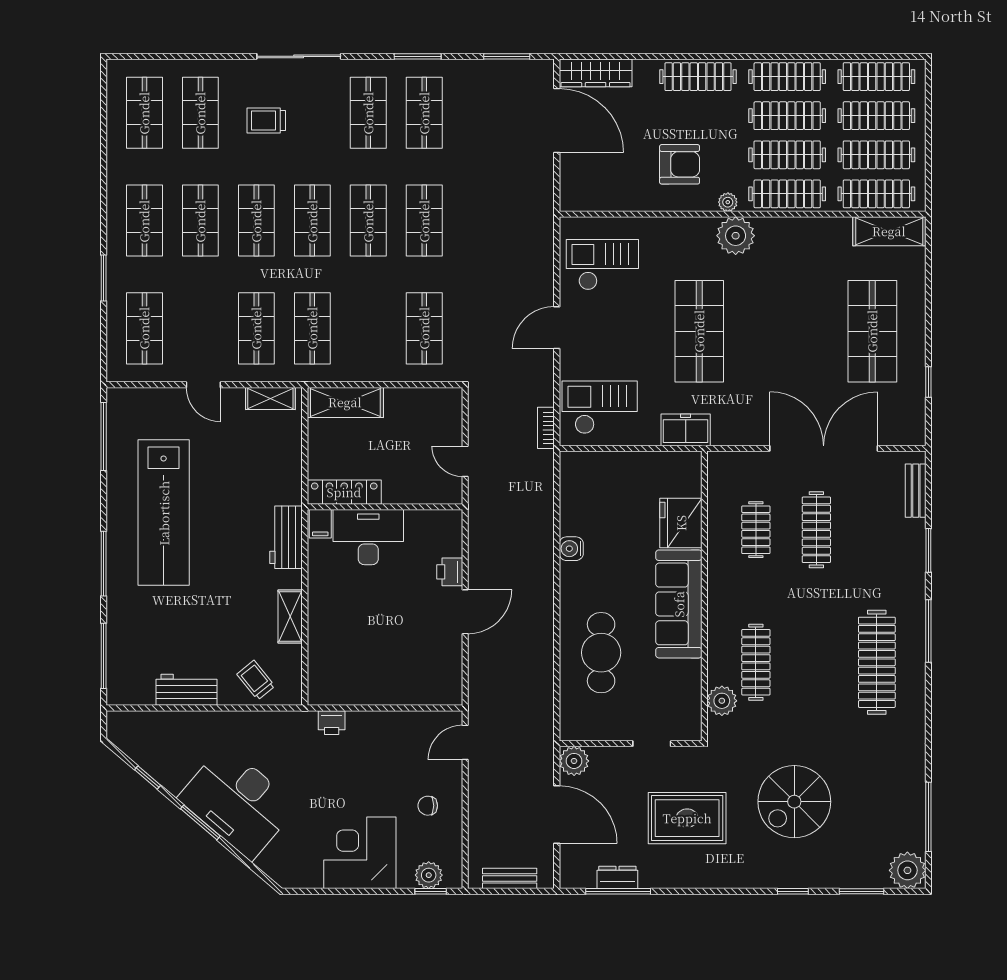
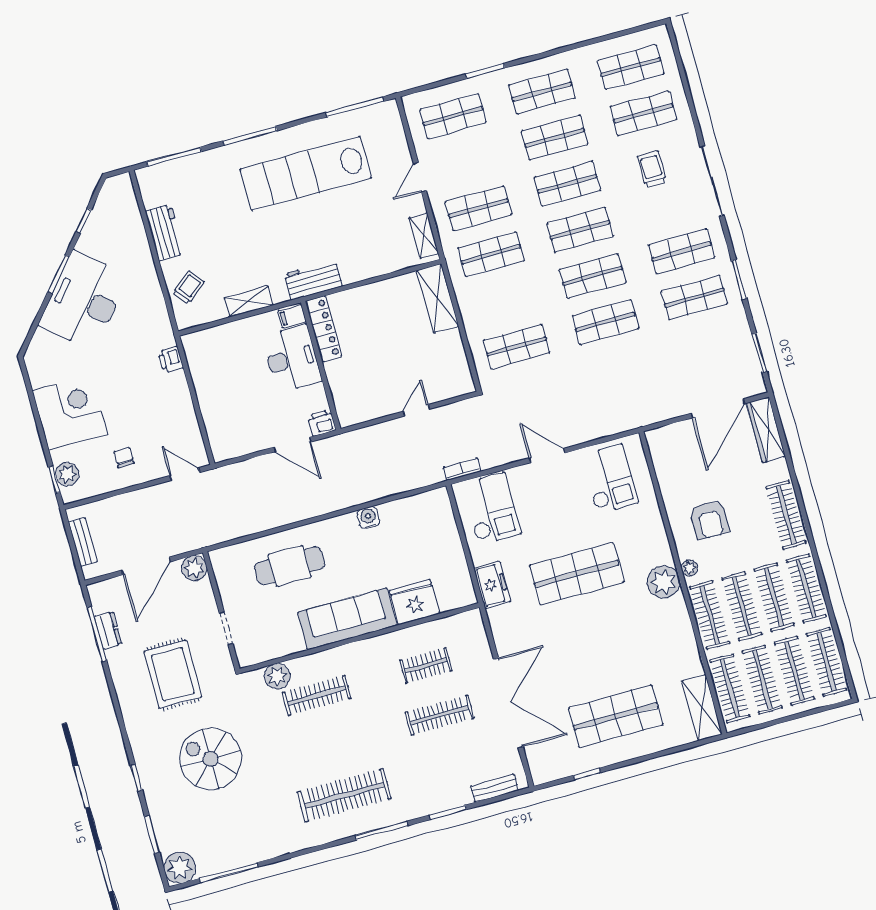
locker: (344, 492) -> (324, 329), moved
wall: (385, 507) -> (321, 366), moved
filing cabinet: (320, 524) -> (292, 316), moved
desk: (368, 537) -> (292, 359), moved

